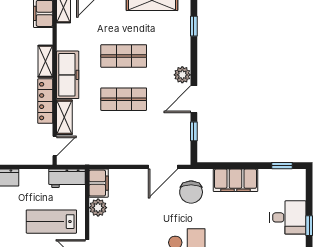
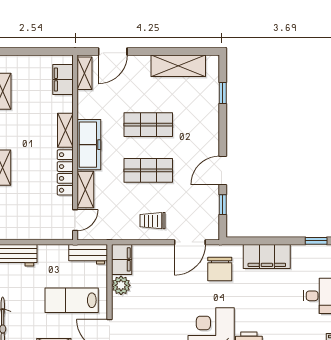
plant: (182, 75) -> (210, 145), removed
trolley: (128, 147) -> (153, 221), added

